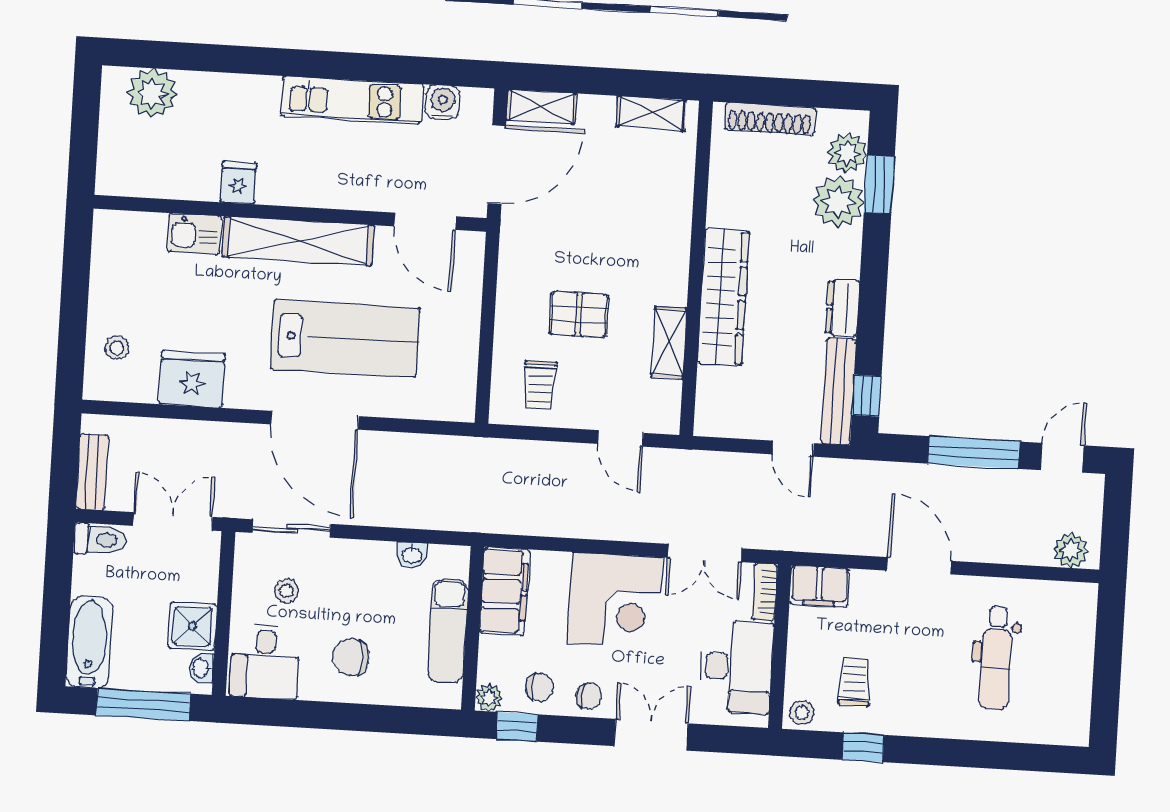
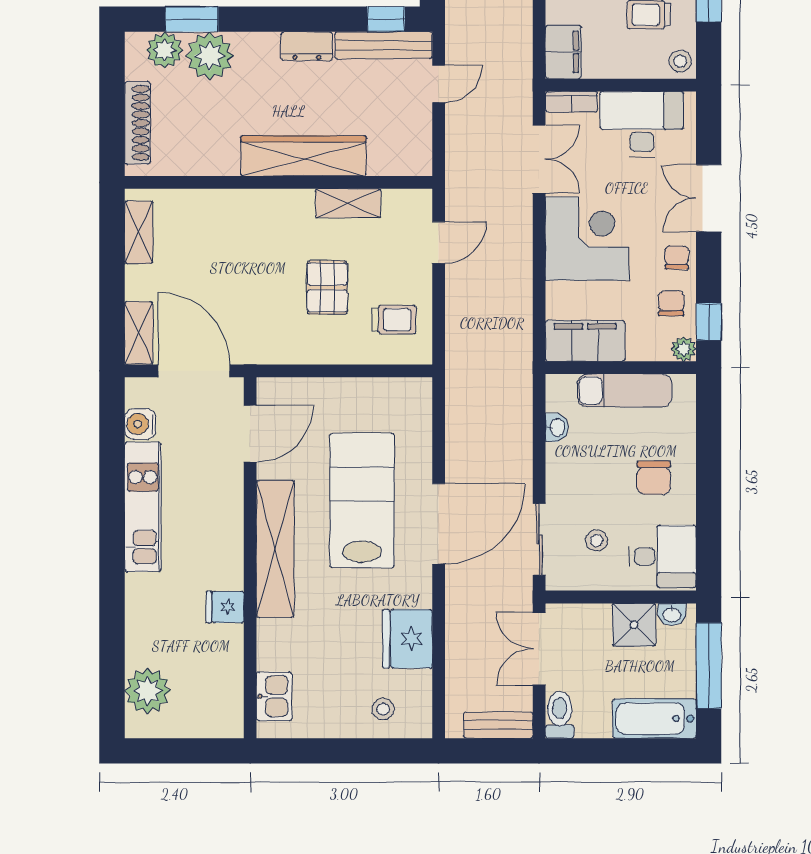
kitchen sink: (194, 234) -> (274, 696), moved

